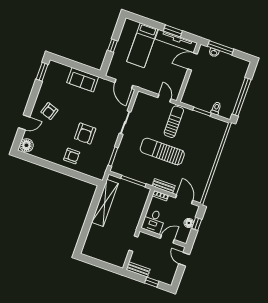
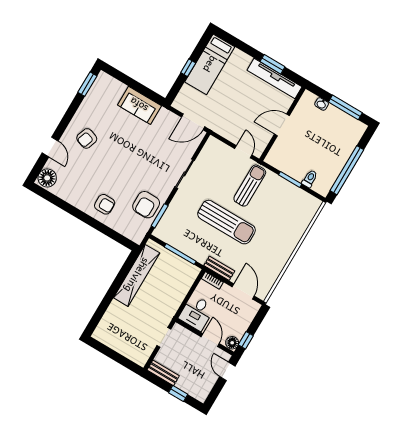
bed: (142, 45) -> (210, 64), moved
window: (221, 48) -> (345, 107), moved
door: (192, 62) -> (282, 125), moved
door: (124, 84) -> (193, 122), hinge flipped
door: (24, 122) -> (50, 147), hinge flipped
armchair: (85, 134) -> (146, 205), moved
sun lounger: (162, 151) -> (227, 222), turned 180
floor lamp: (189, 223) -> (232, 343), moved
window: (197, 224) -> (246, 340), moved
door: (167, 239) -> (210, 340), hinge flipped

